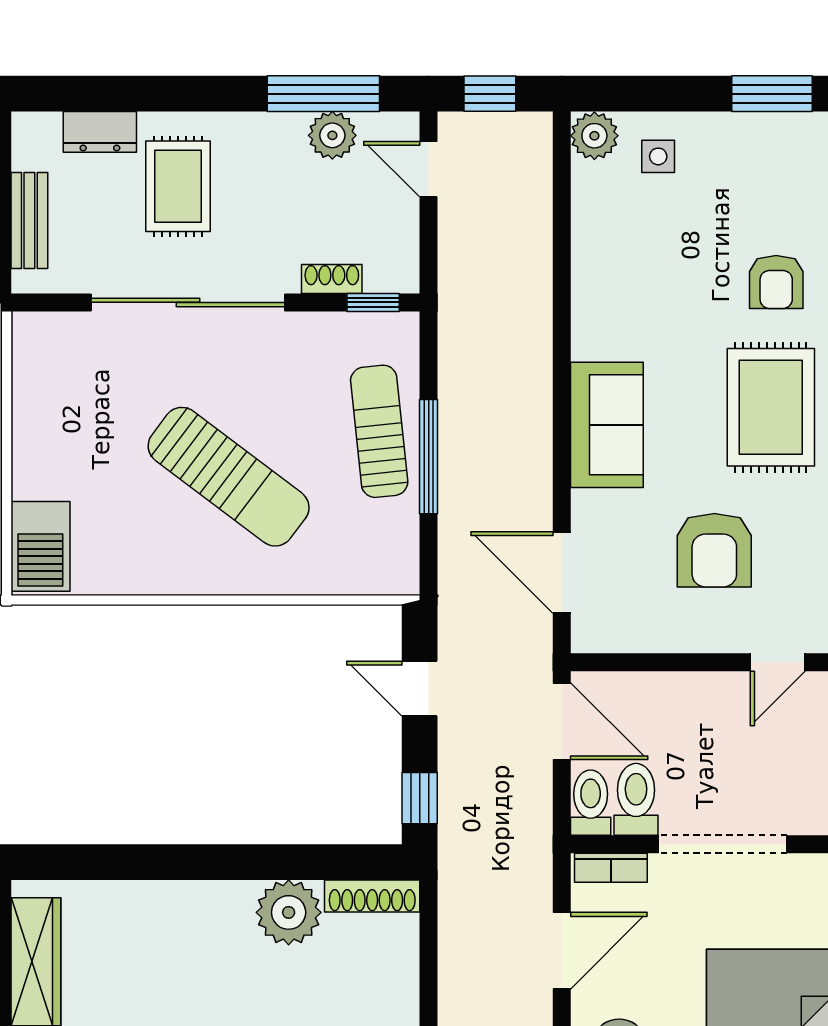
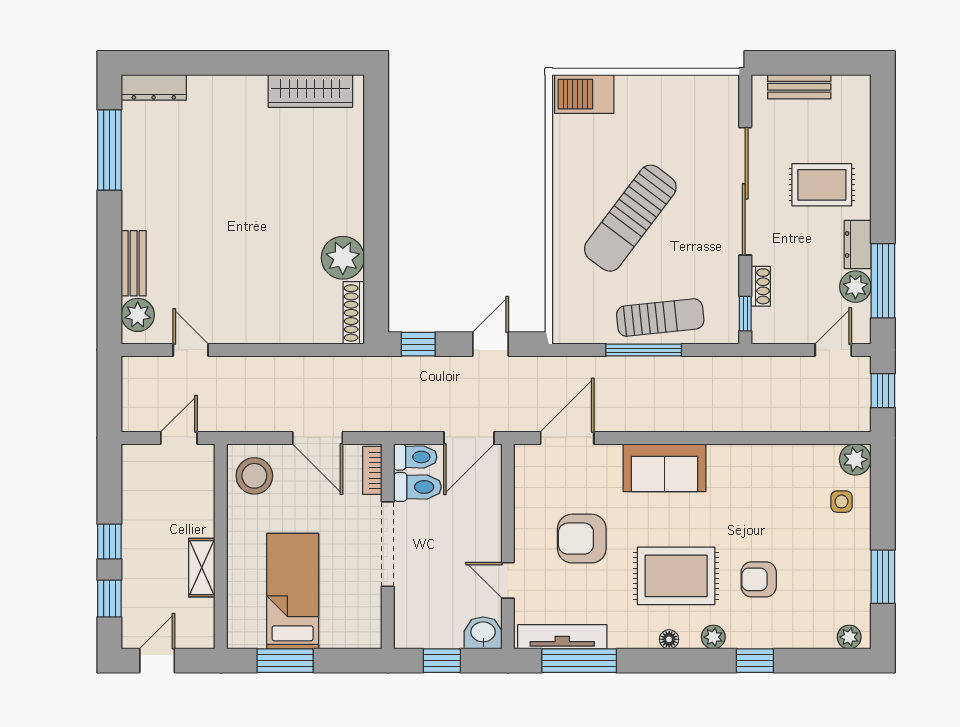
dresser: (100, 132) -> (858, 245), moved

